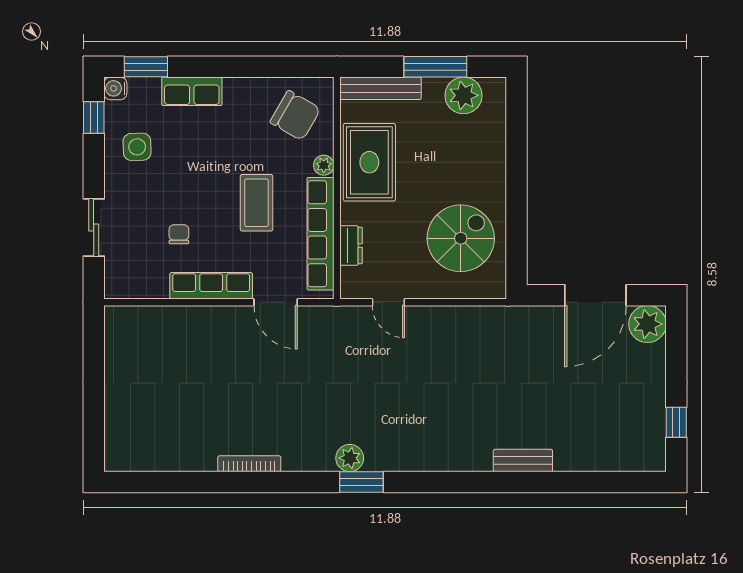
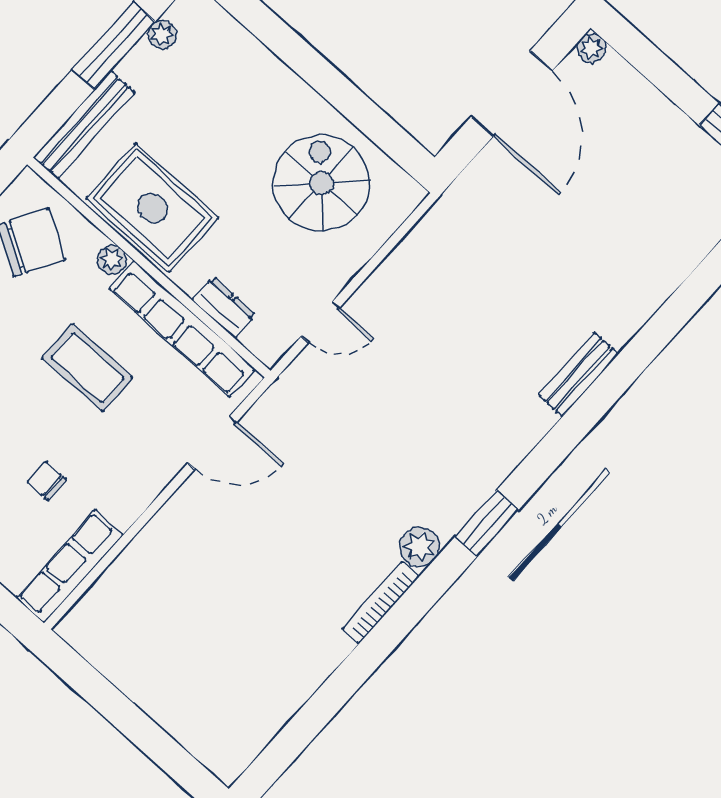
plant: (464, 95) -> (162, 35), width x0.53, depth x0.53
row of seats: (211, 286) -> (69, 566), moved
plant: (647, 324) -> (592, 48), width x0.53, depth x0.53
plant: (350, 458) -> (420, 547), moved
bench: (523, 460) -> (579, 375), moved
bookcase: (249, 464) -> (380, 603), moved

